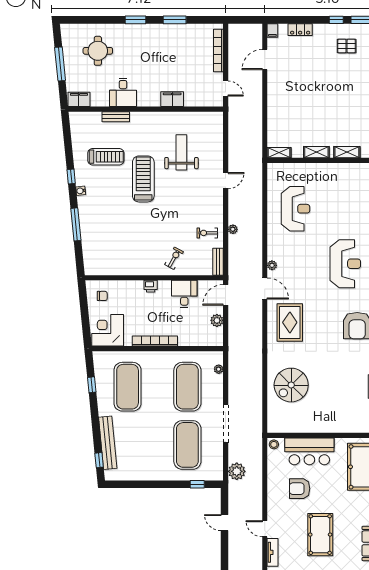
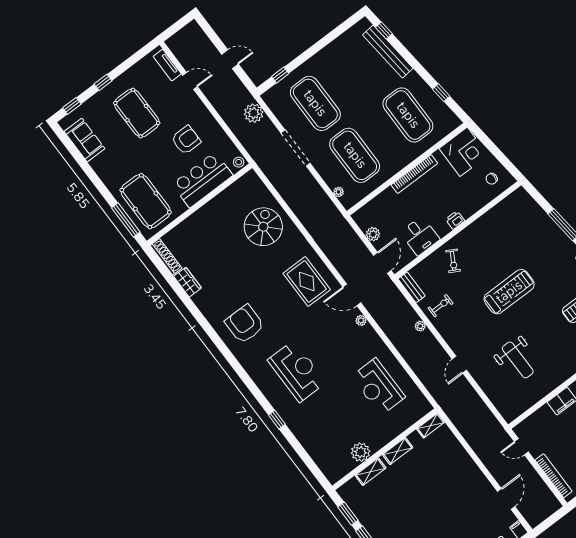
plant: (343, 171) -> (361, 452), added
treadmill: (143, 179) -> (509, 292), moved, turned -90
reception desk: (345, 264) -> (297, 371), turned 180

